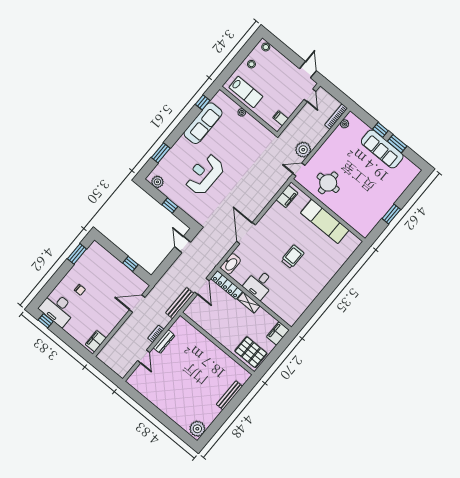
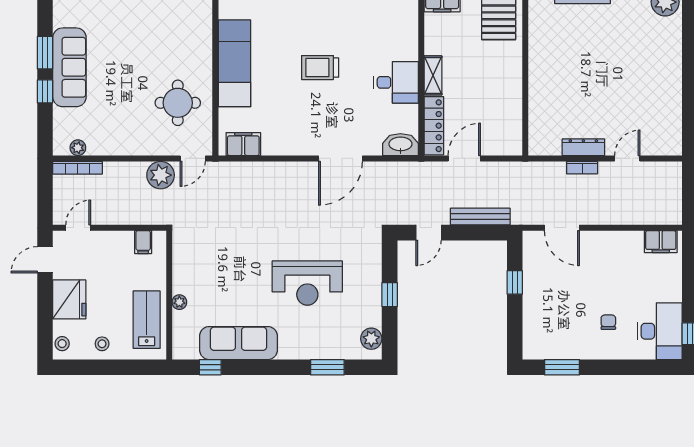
fridge: (282, 66) -> (69, 299), added
door: (299, 169) -> (193, 158), hinge flipped
bench: (180, 303) -> (480, 217), moved

